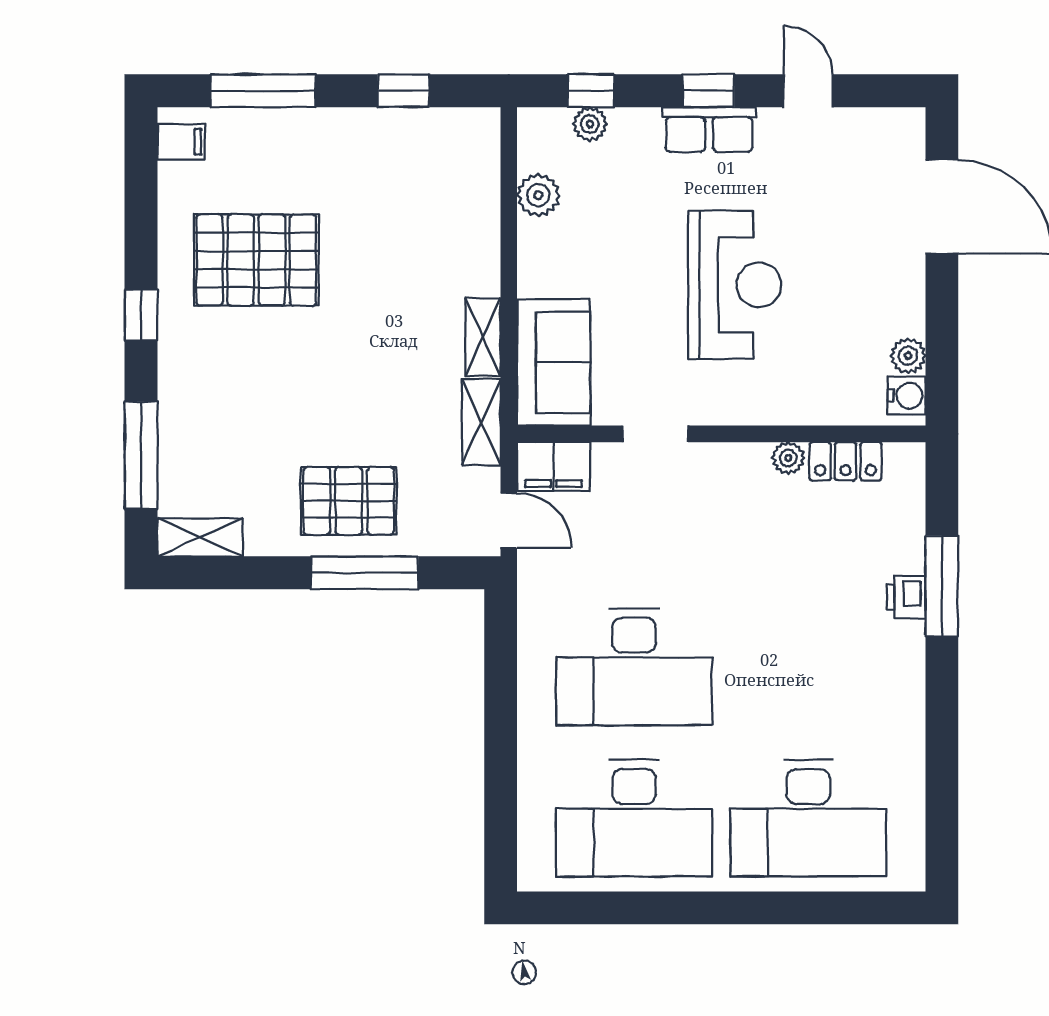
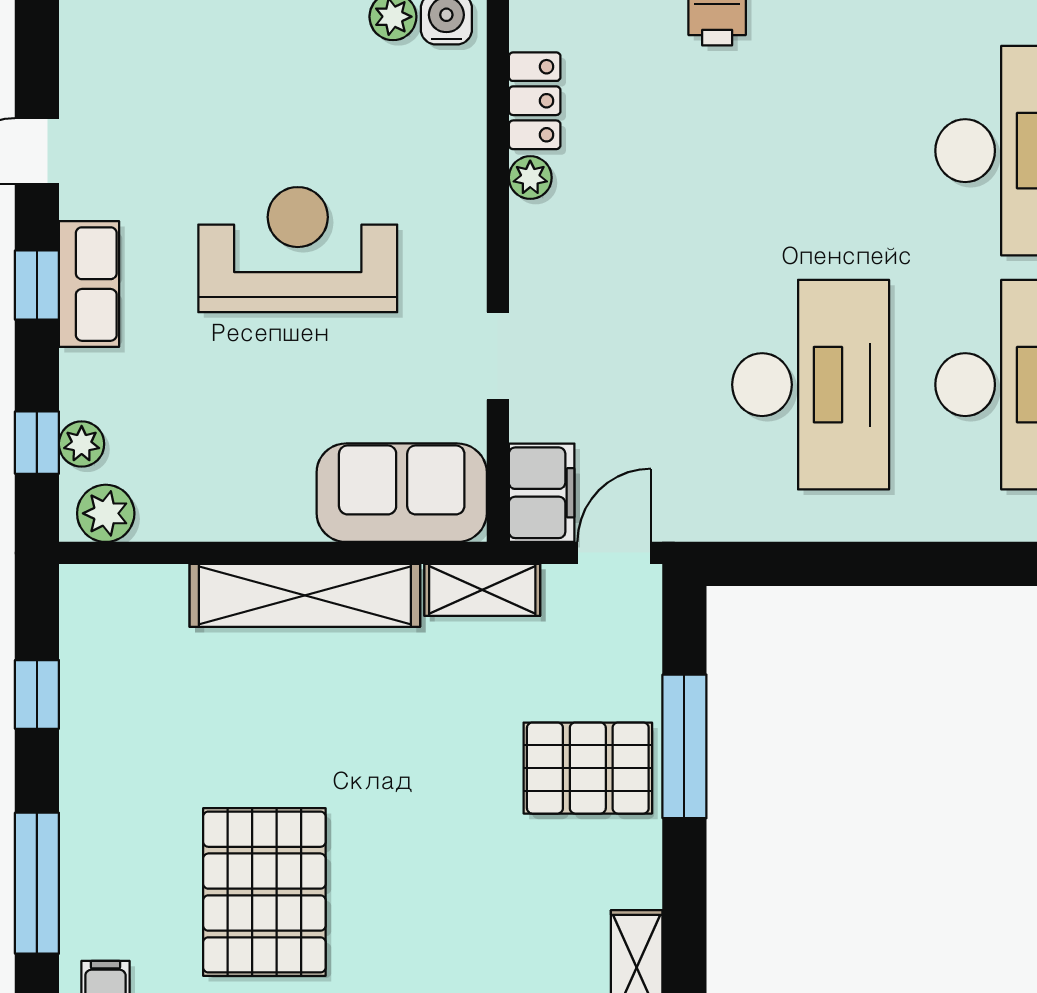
plant: (538, 195) -> (106, 513), moved
shelving: (483, 337) -> (305, 595), width x2.20, depth x1.33
pallet: (349, 501) -> (588, 768), turned 90

